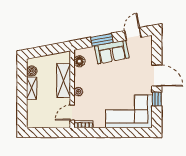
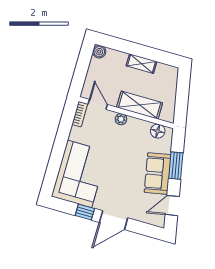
door: (133, 34) -> (172, 206), swing flipped
boiler: (32, 71) -> (99, 52), moved

